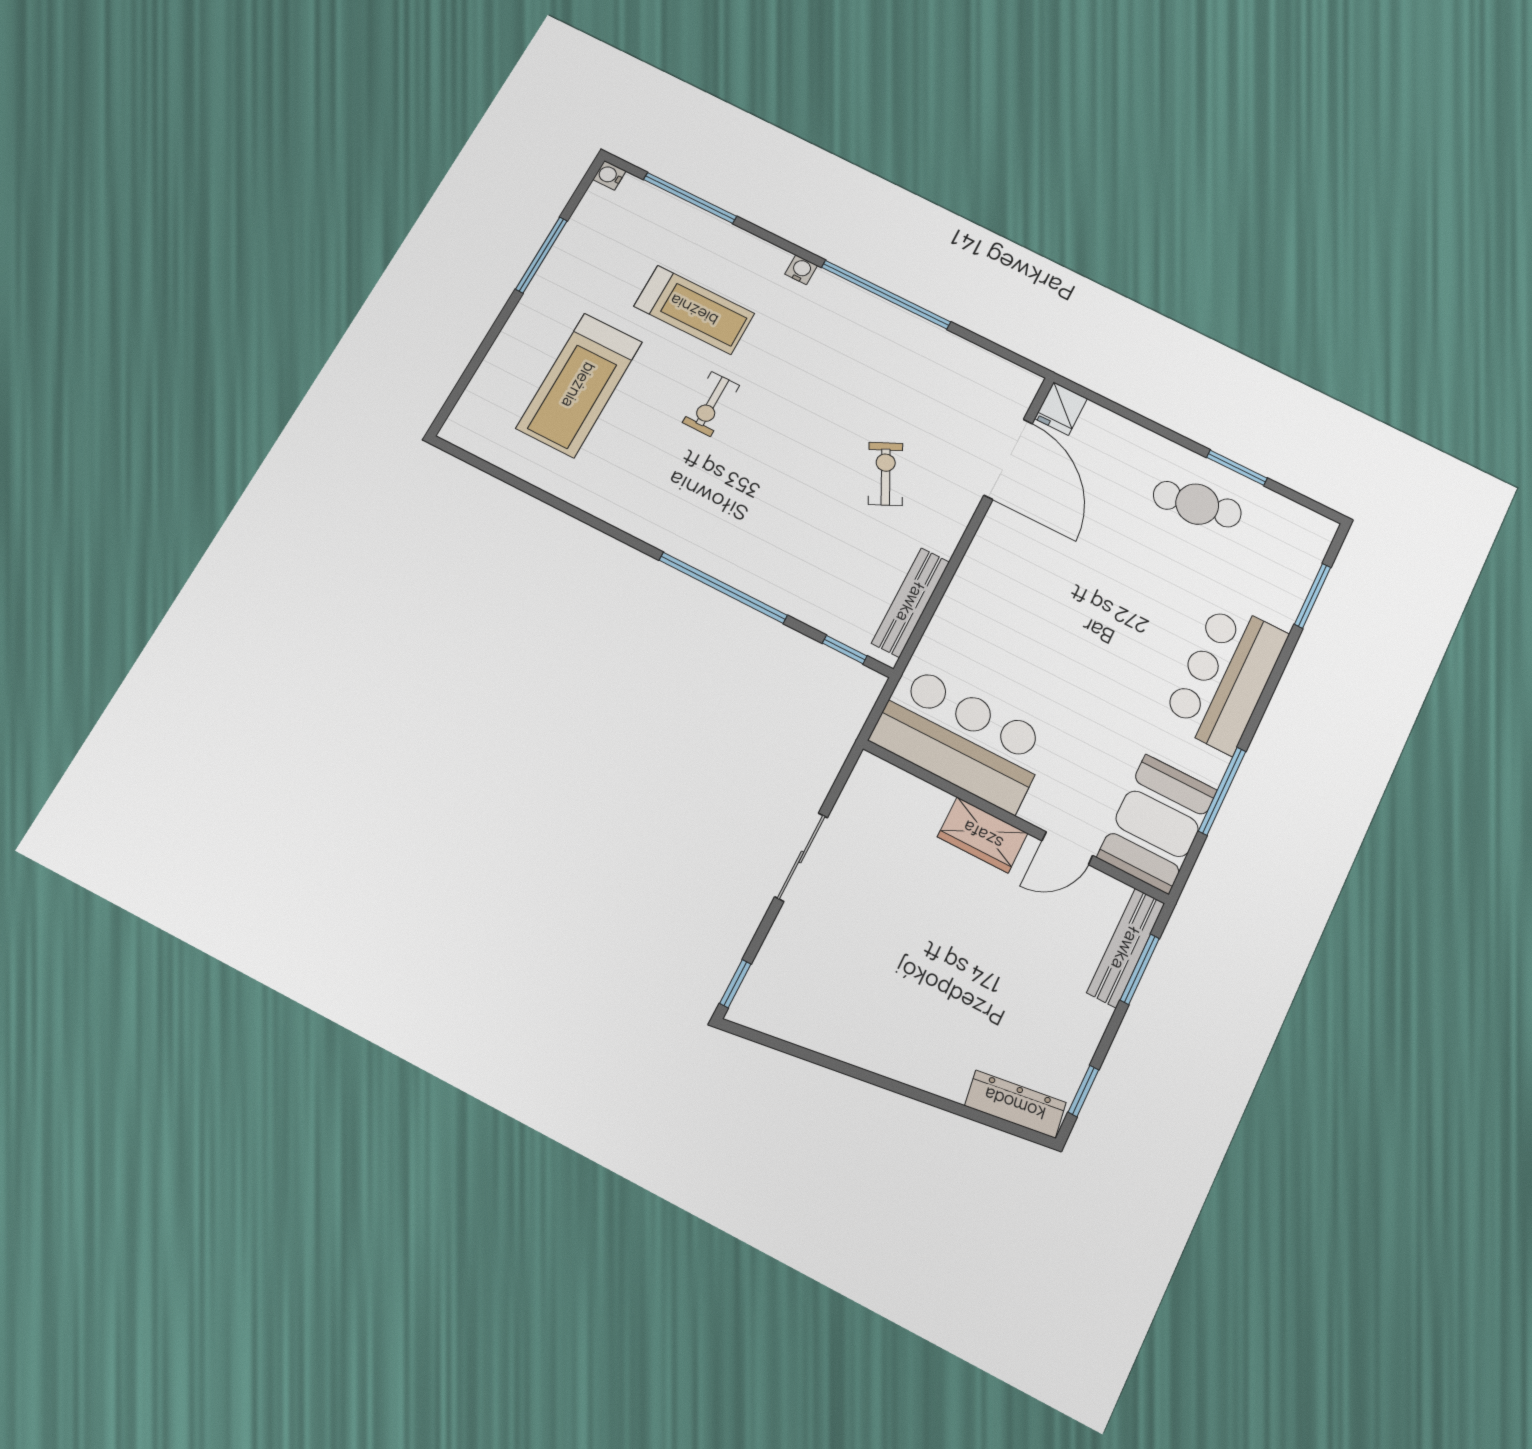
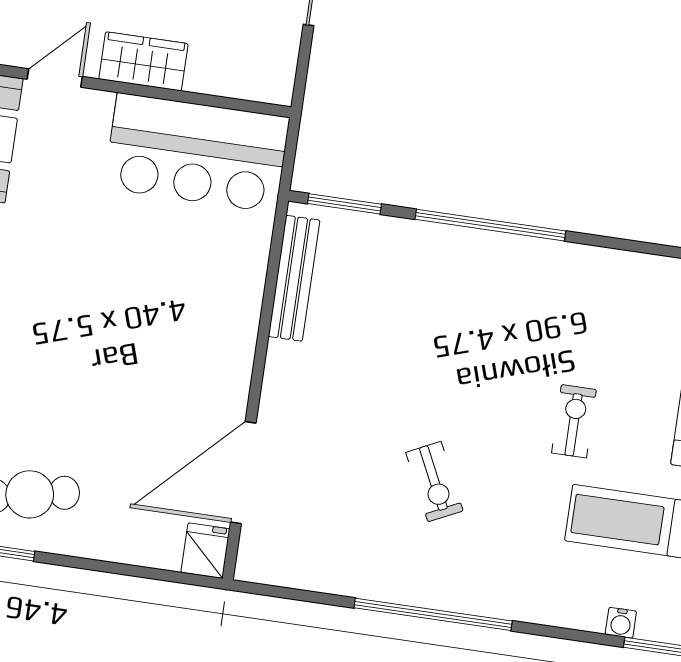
water cooler: (801, 270) -> (621, 623), moved
door: (1008, 459) -> (243, 473), hinge flipped
exercise bike: (886, 474) -> (434, 482), moved
window: (845, 650) -> (345, 204), width x1.50

